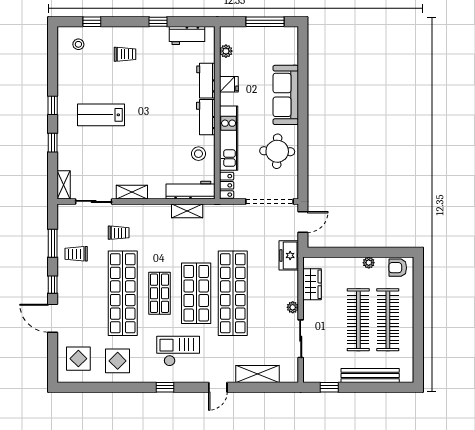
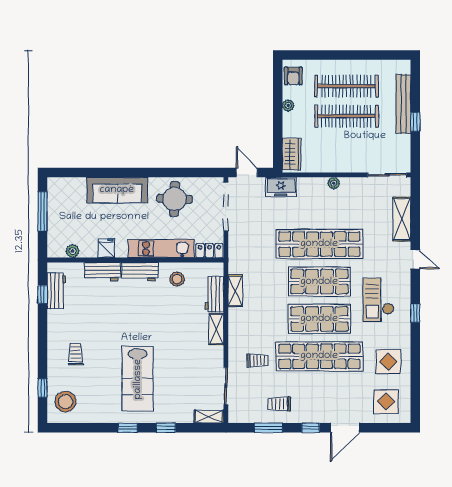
window: (158, 22) -> (43, 294), moved
stool: (78, 44) -> (66, 402), width x1.89, depth x1.89
lab bench: (101, 115) -> (138, 379), width x1.36, depth x1.39
workbench: (190, 190) -> (214, 294), width x0.73
shelving: (132, 192) -> (216, 329), moved
trolley: (119, 233) -> (258, 361), turned 90
trolley: (76, 254) -> (279, 404), turned 90
wardrobe: (312, 284) -> (292, 154), moved, turned 90
shop shelf: (159, 293) -> (319, 319), width x1.43, depth x1.36
sliding door: (301, 339) -> (387, 175), moved
window: (329, 387) -> (415, 122), moved

